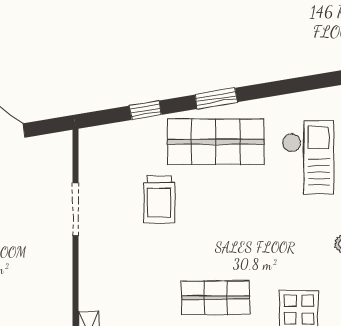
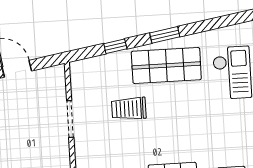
trolley: (159, 199) -> (129, 109), turned 90

